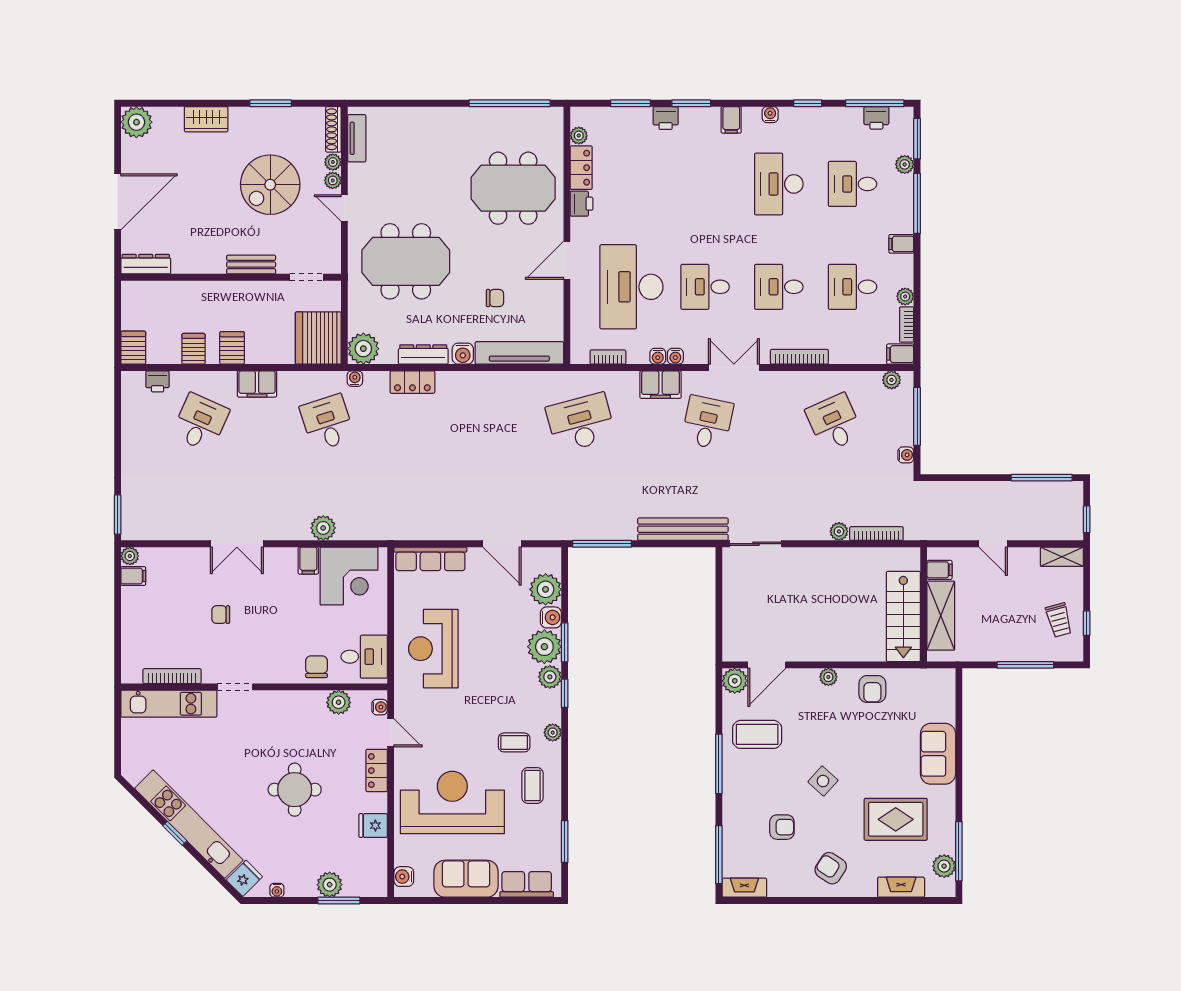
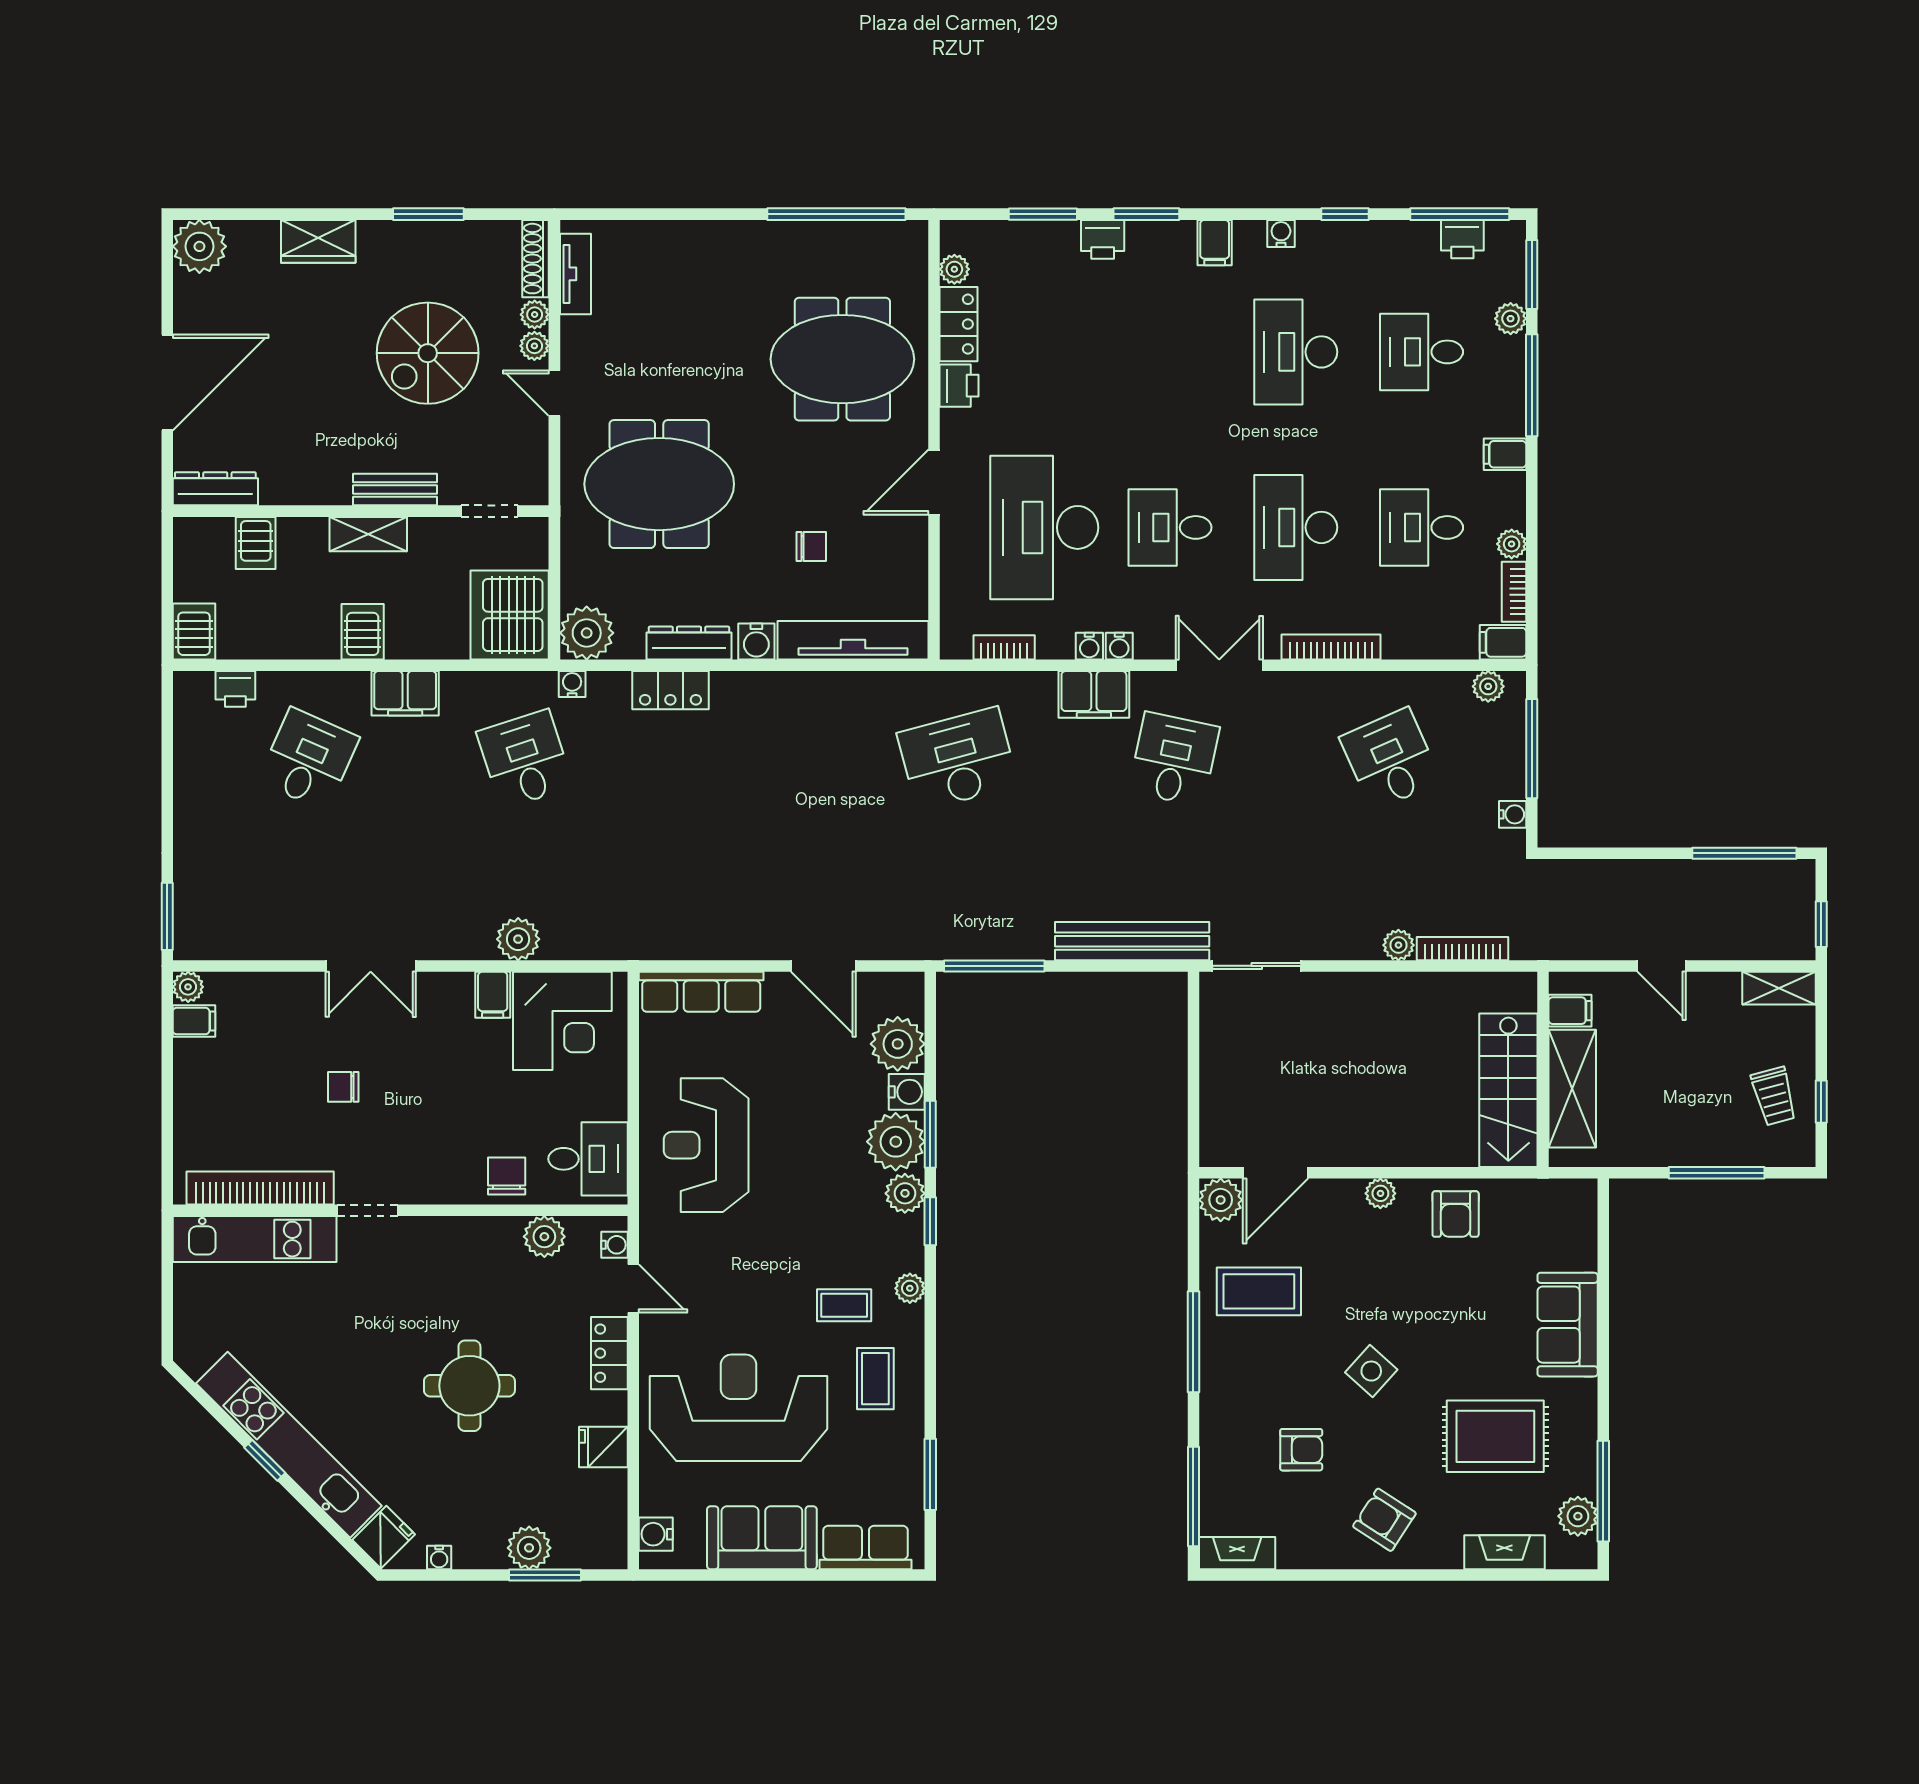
desk: (779, 287) -> (1296, 527), width x1.37
shelving: (235, 291) -> (368, 534), added
server rack: (194, 349) -> (256, 543), moved, turned 180
bookcase: (172, 676) -> (260, 1188), width x1.48, depth x1.31

